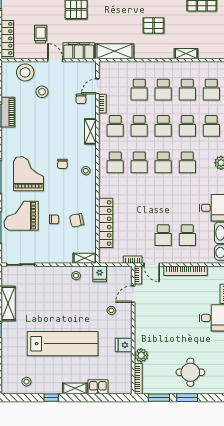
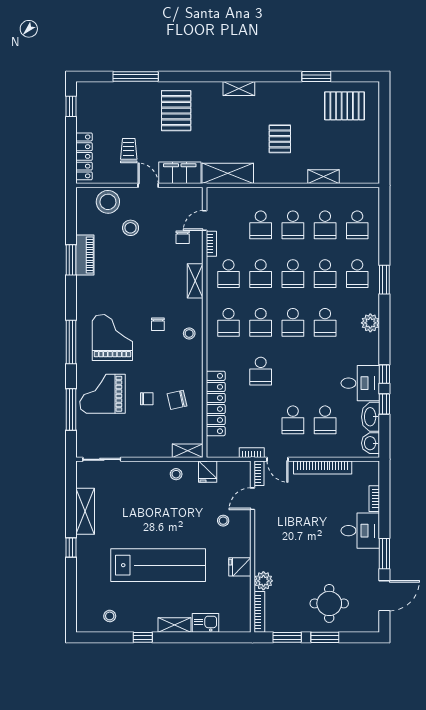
pallet: (153, 25) -> (280, 139), turned 90
school desk: (139, 199) -> (261, 371), added

